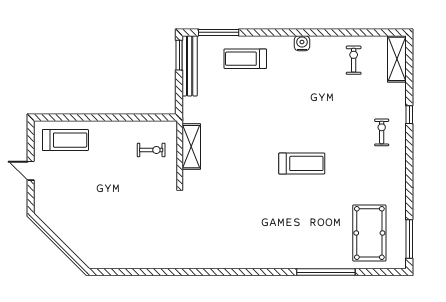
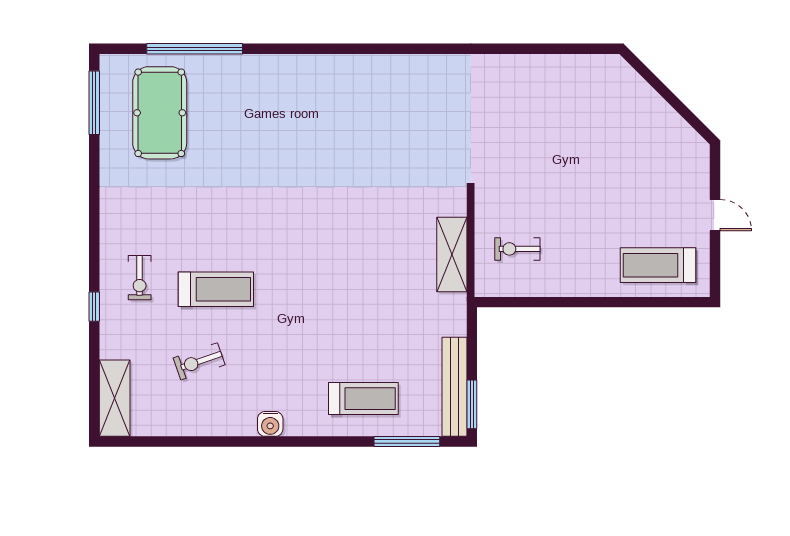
exercise bike: (354, 60) -> (199, 361), moved, turned 71
treadmill: (302, 163) -> (216, 289), moved, turned 180
window: (326, 272) -> (195, 49), moved

